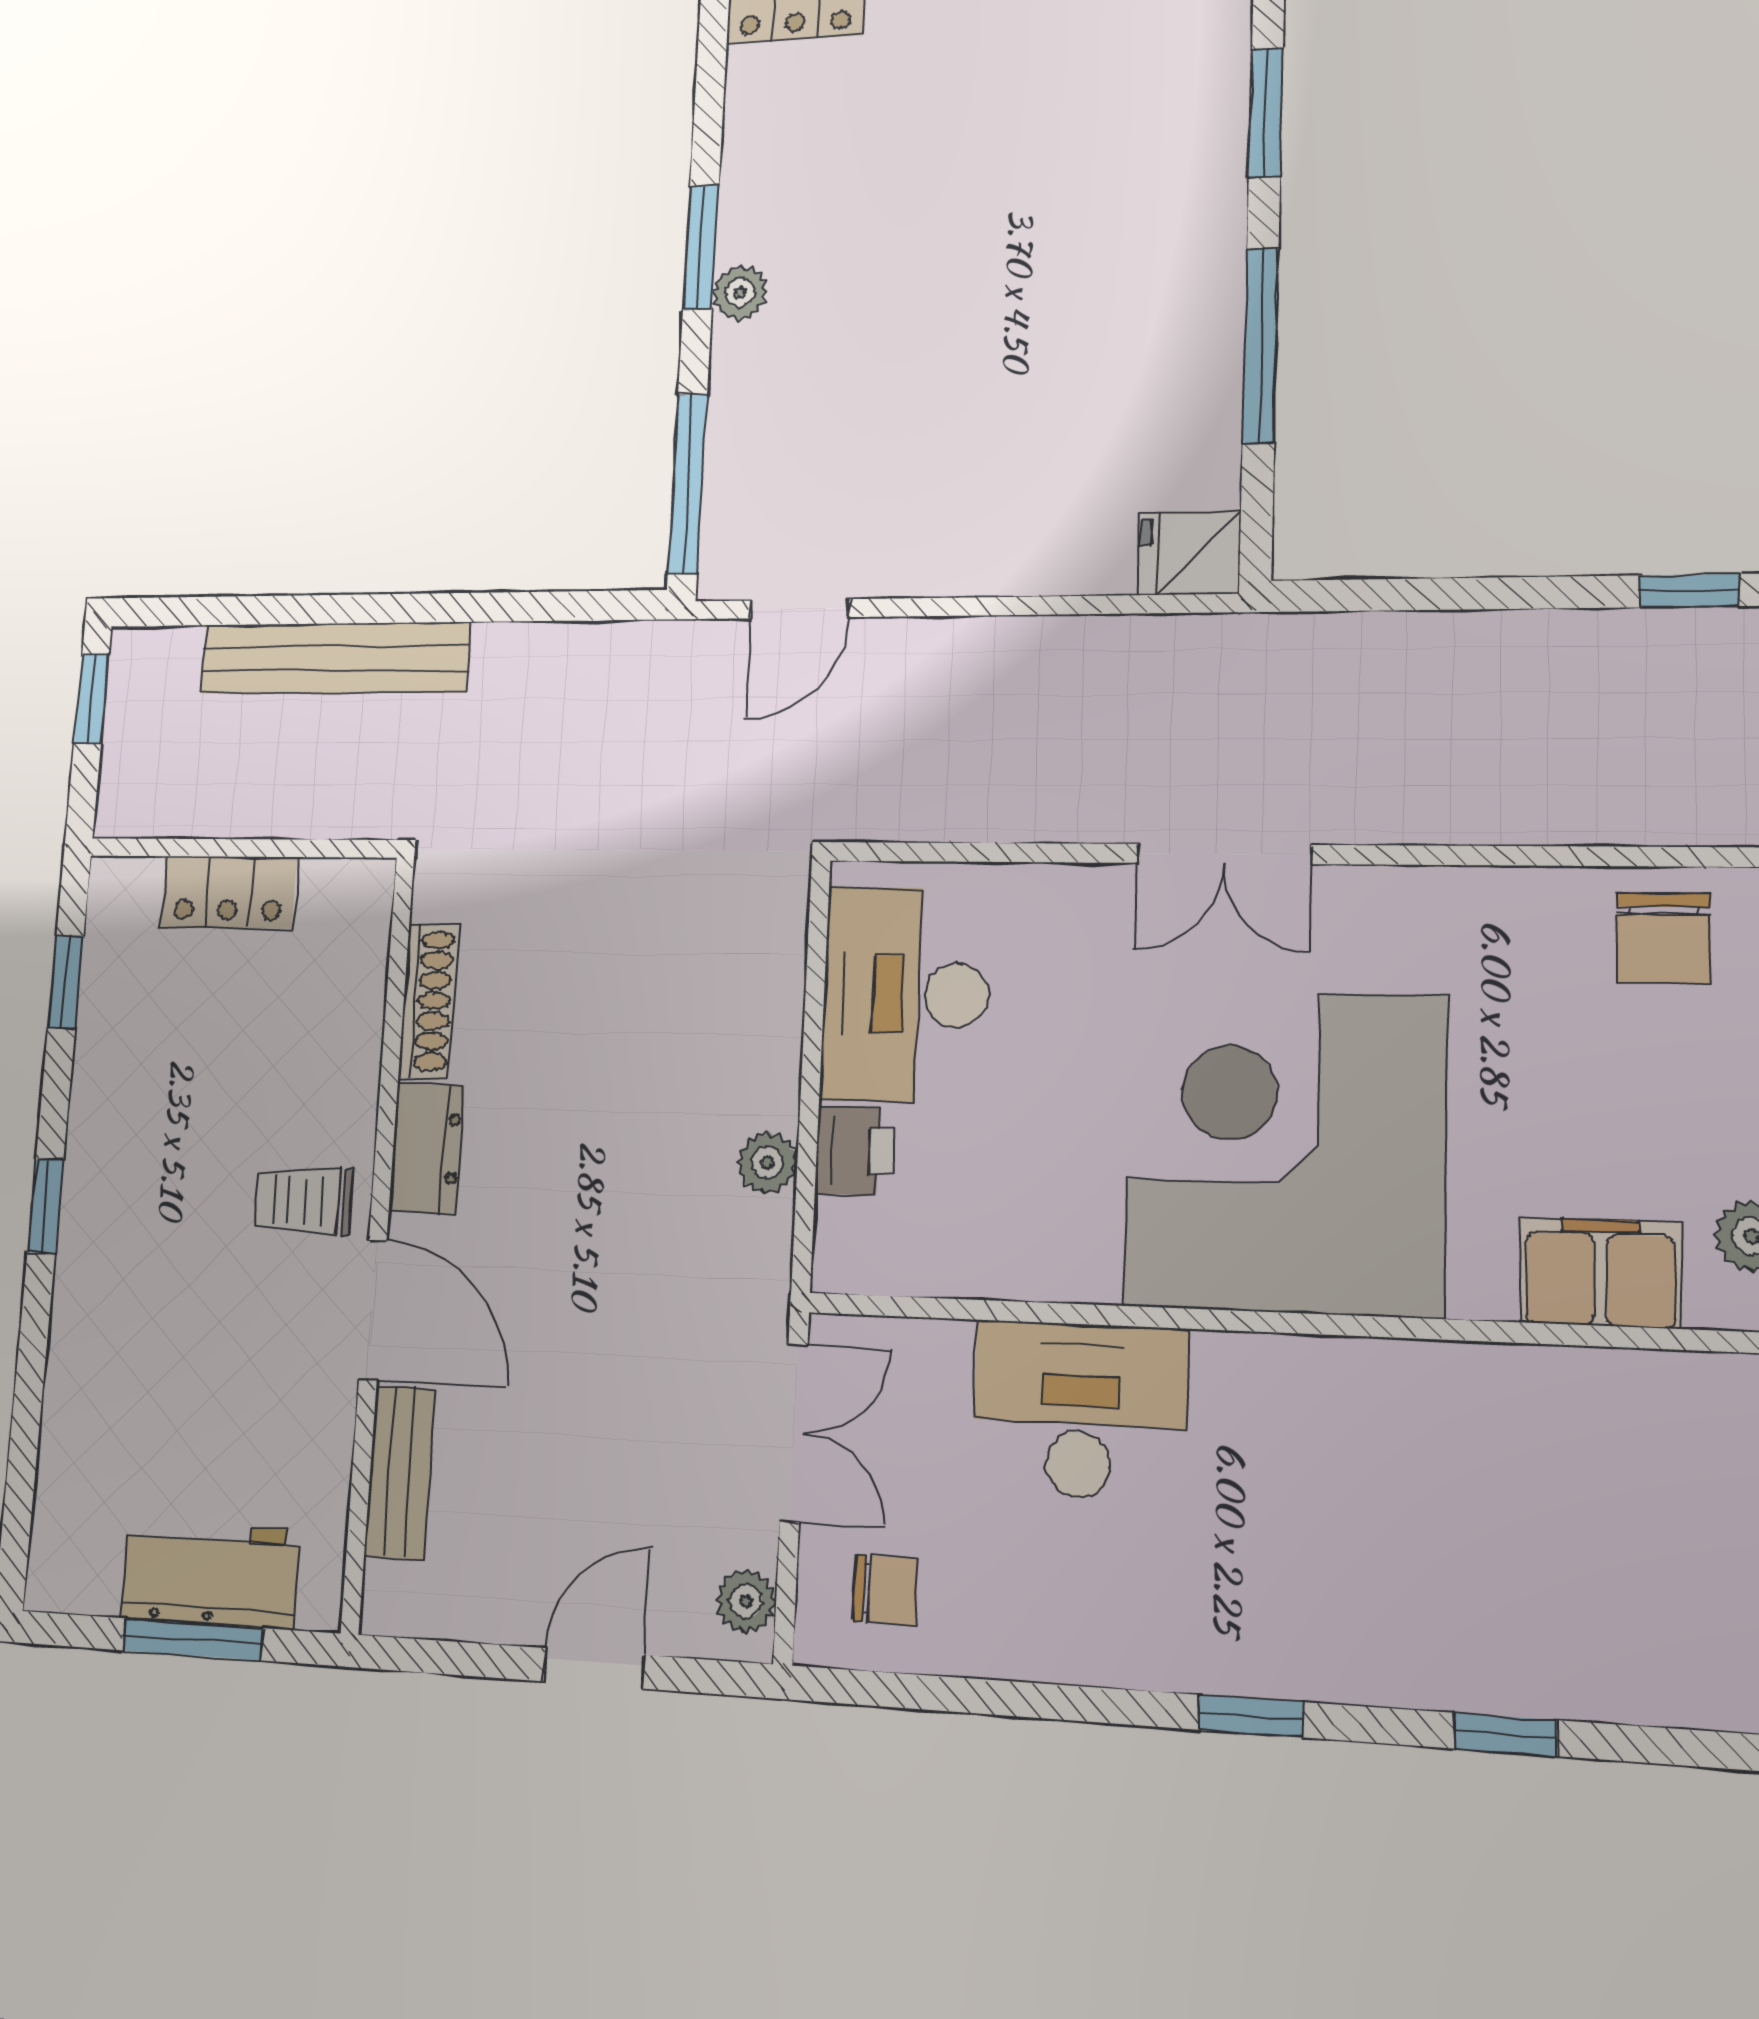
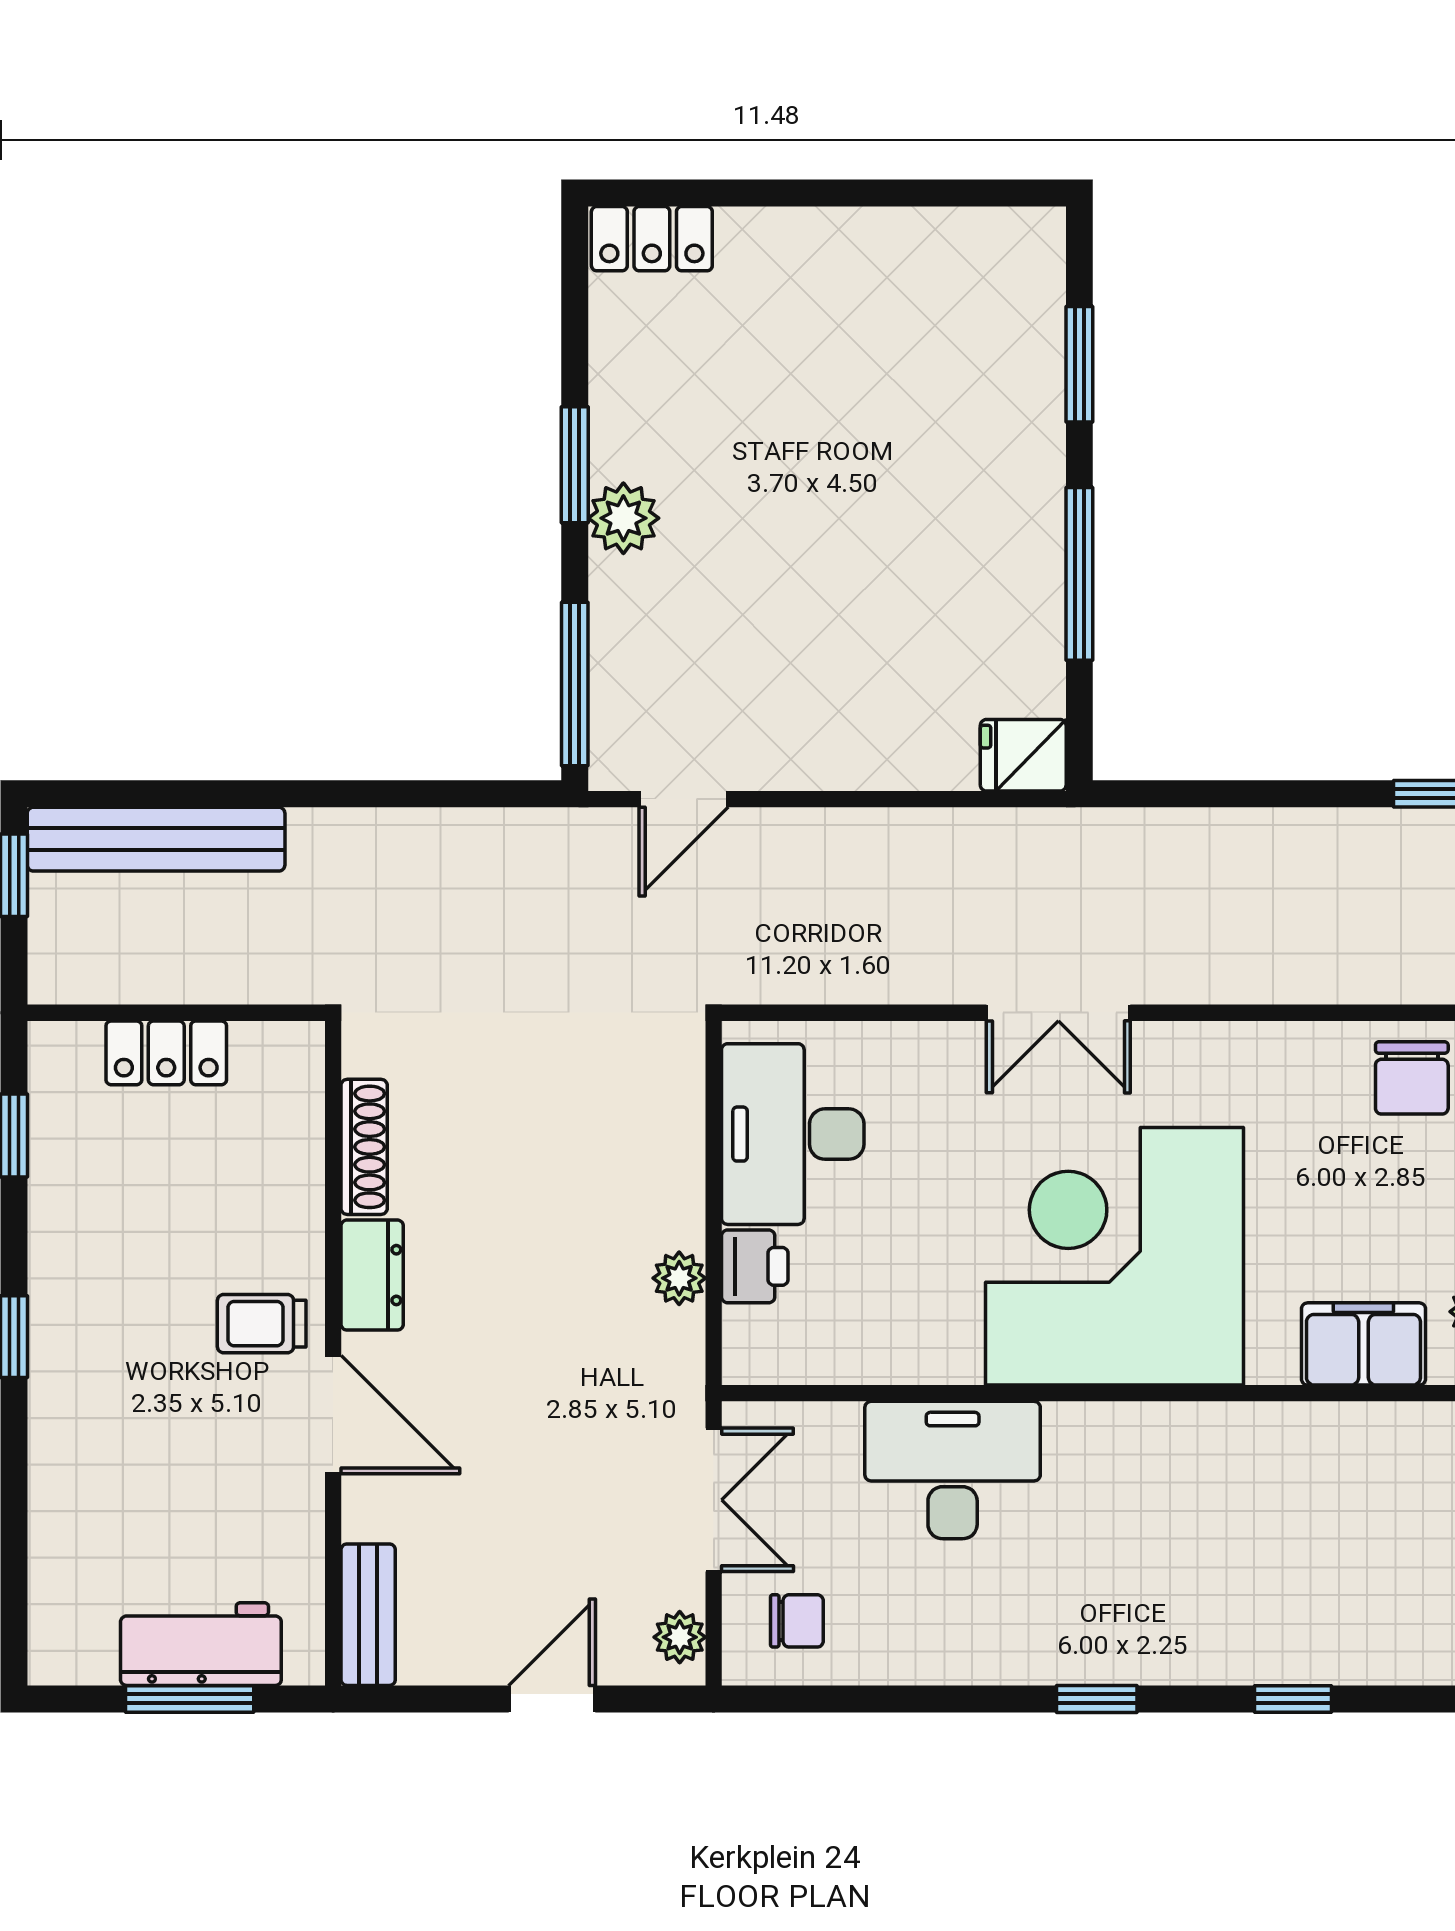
plant: (740, 293) -> (623, 518), width x1.38, depth x1.38
bench: (335, 658) -> (156, 839), moved
bench: (400, 1472) -> (368, 1615), moved

